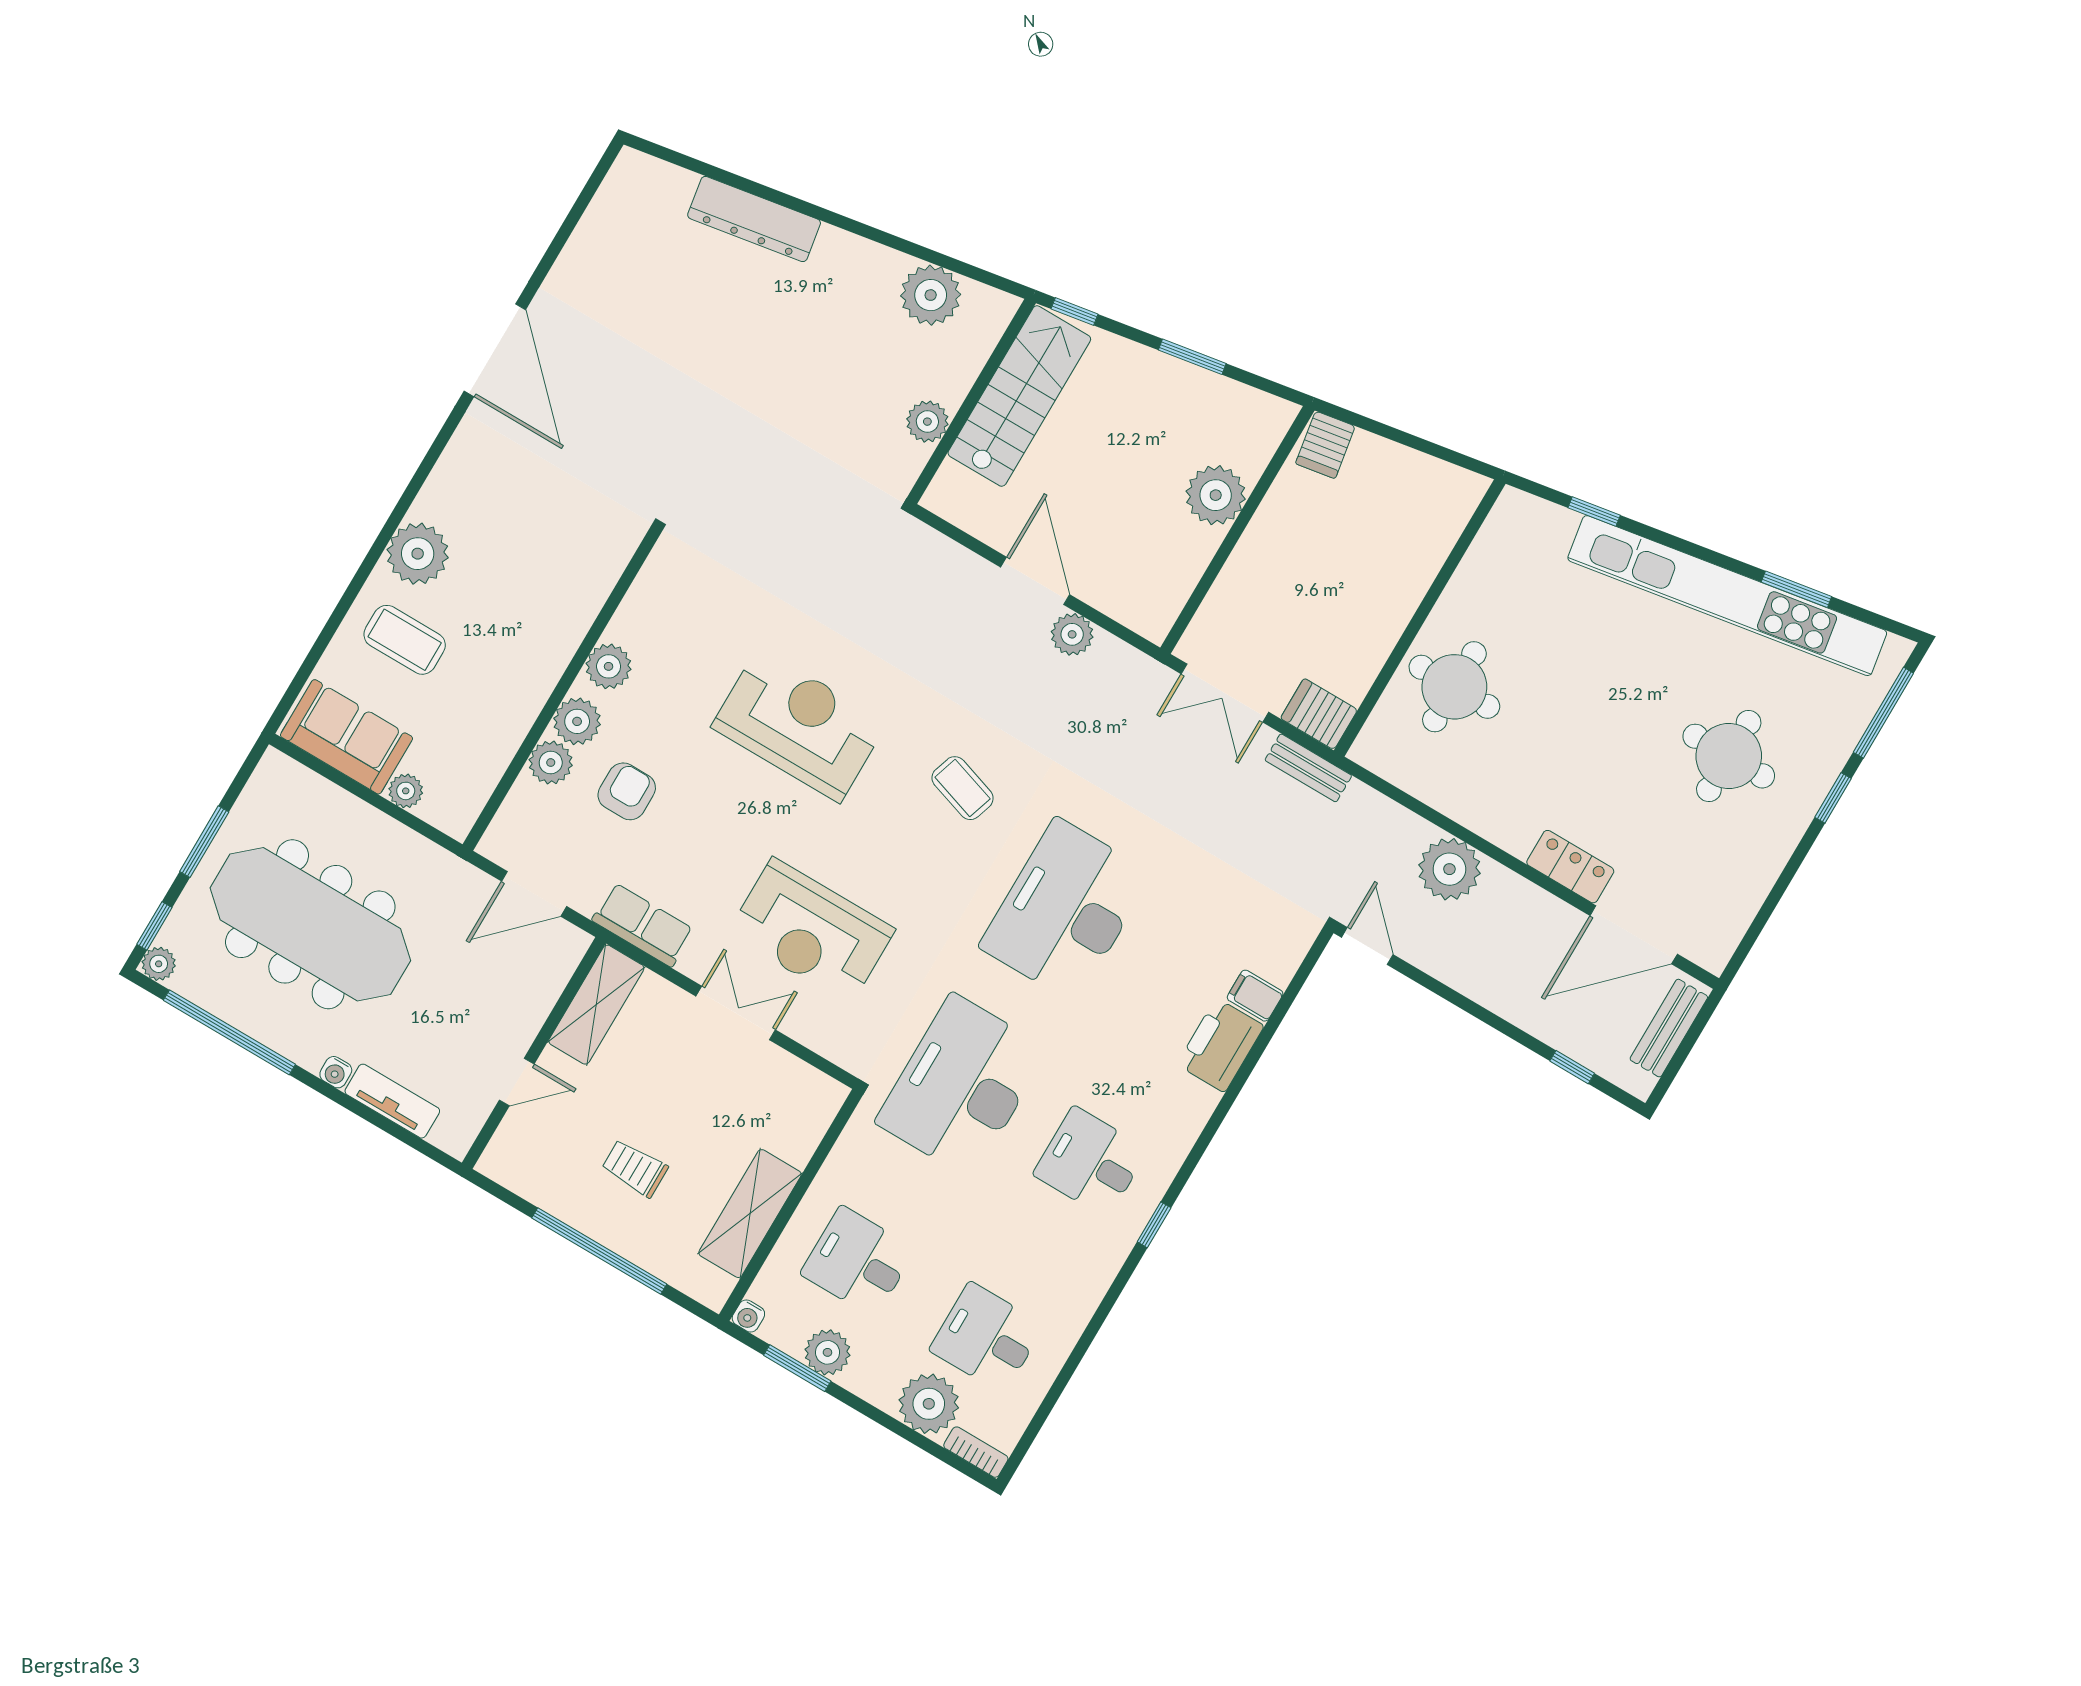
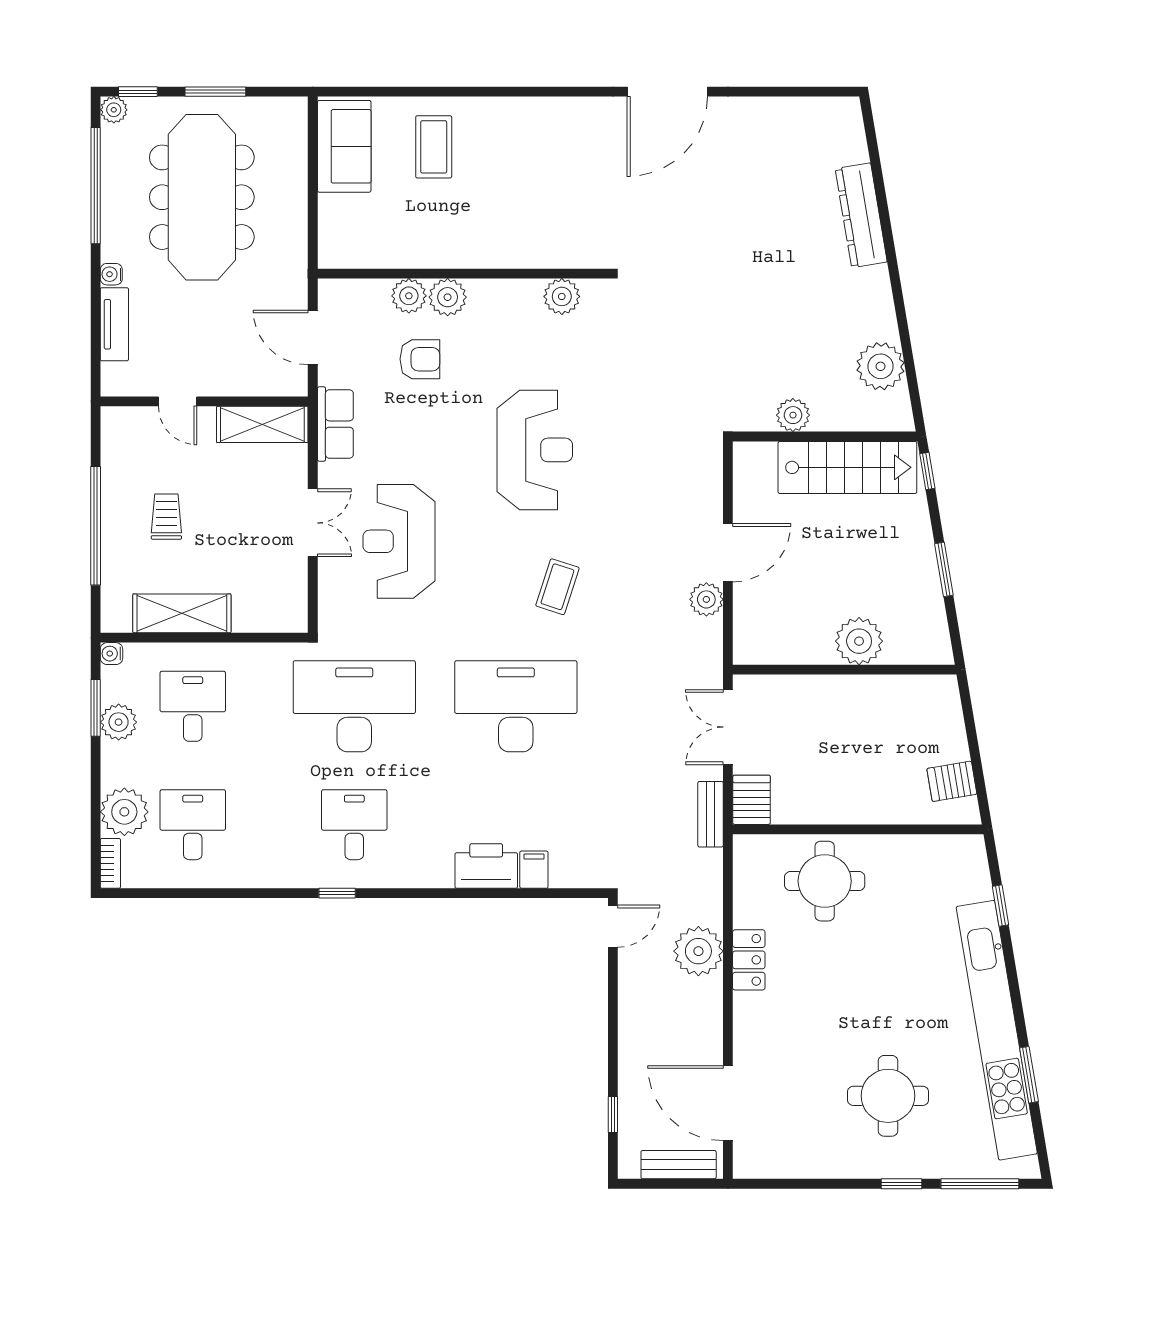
server rack: (1325, 445) -> (952, 781), moved
plant: (418, 554) -> (498, 121), removed
plant: (609, 666) -> (562, 296), moved
plant: (406, 791) -> (331, 208), removed
locker: (1570, 867) -> (749, 960), moved

